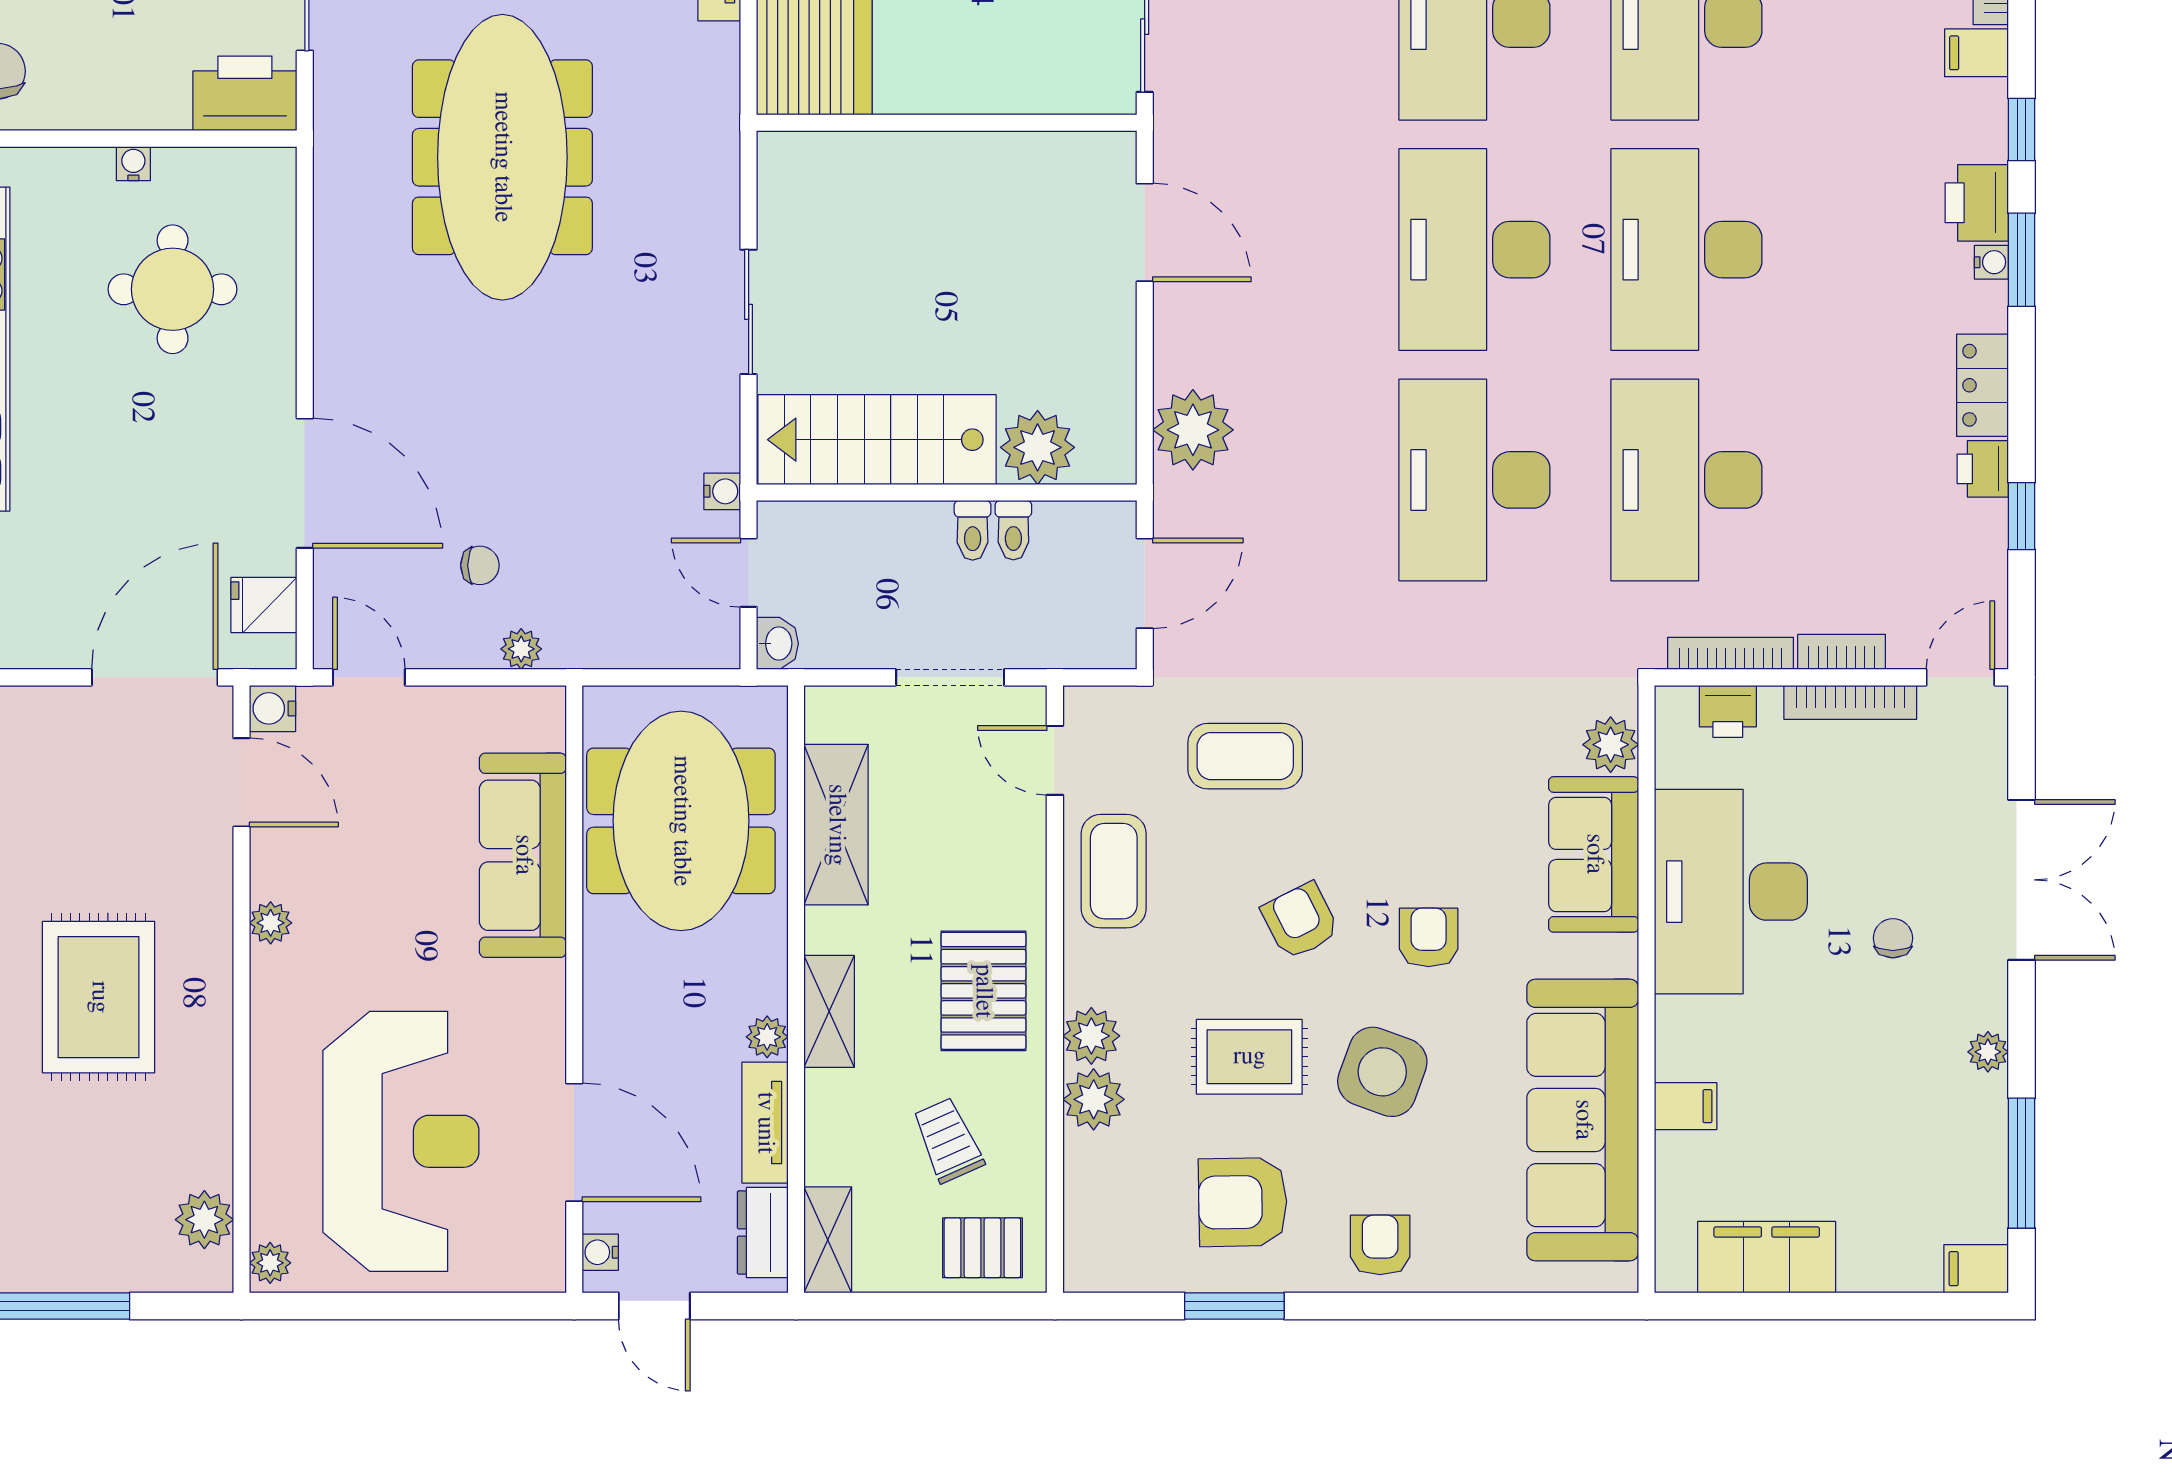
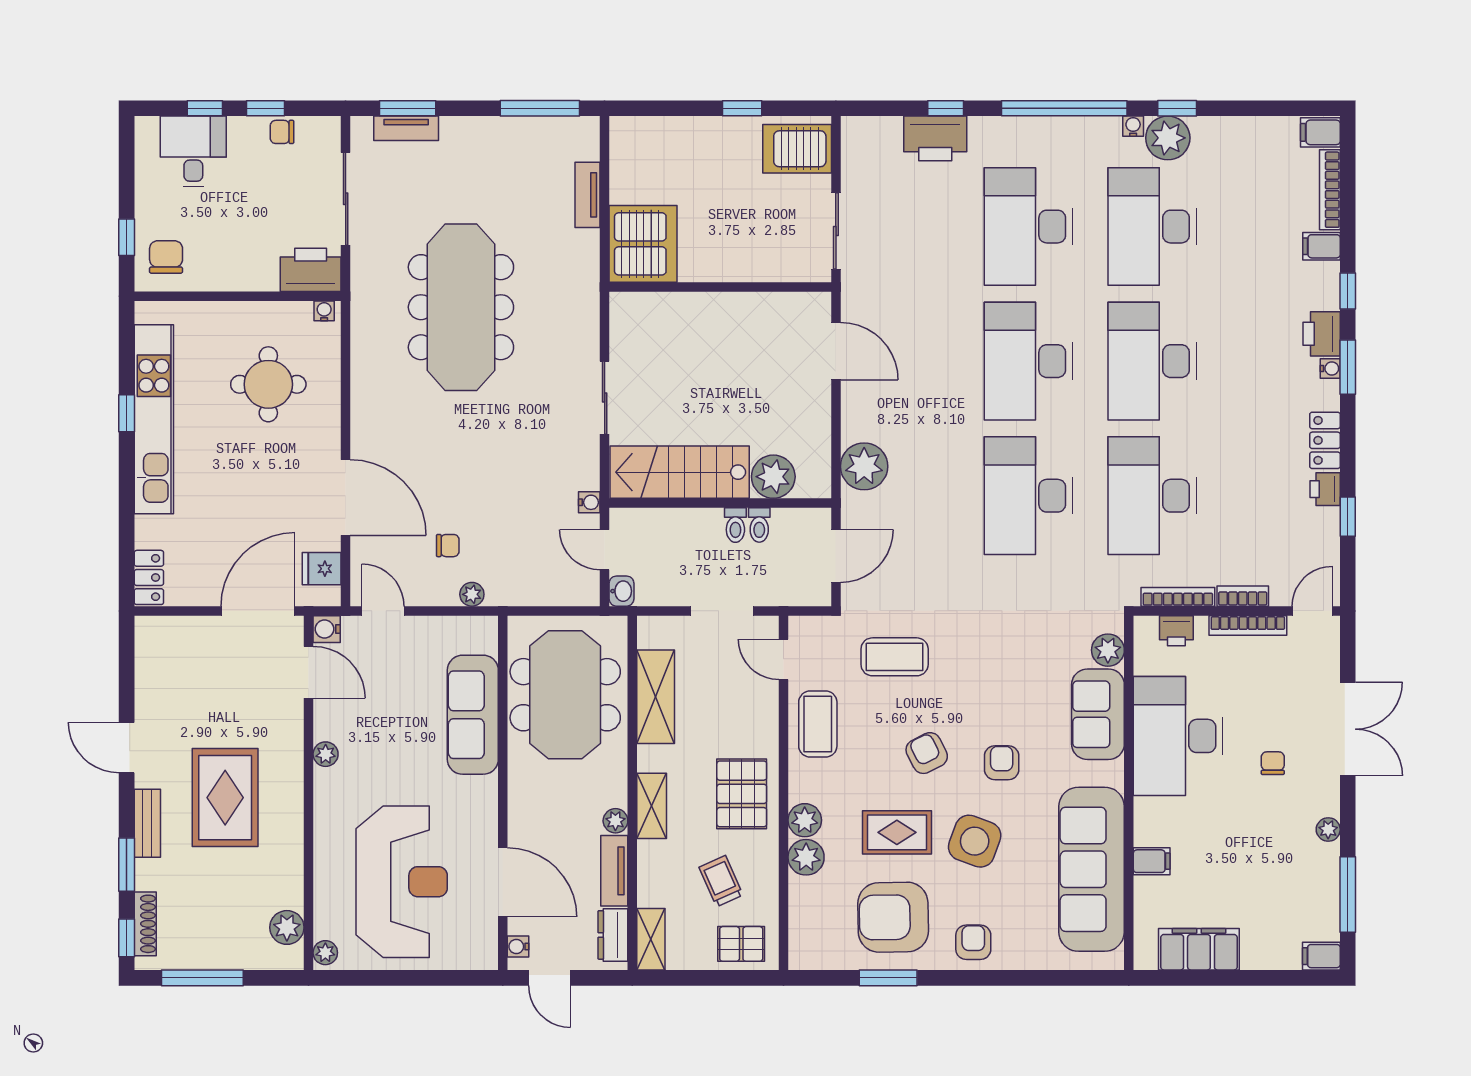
water cooler: (133, 164) -> (324, 311), moved
armchair: (1243, 1202) -> (893, 917), width x1.36, depth x1.36

